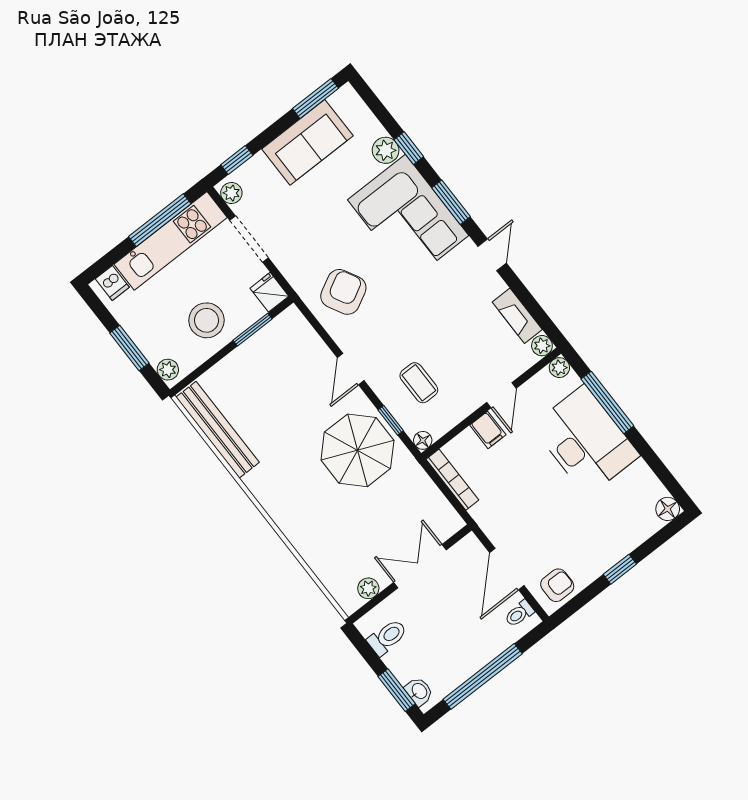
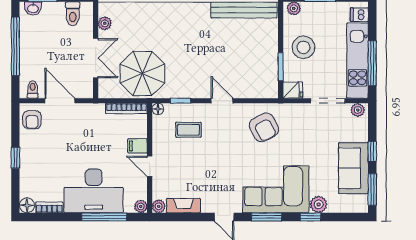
window: (237, 160) -> (372, 152), moved
parasol: (357, 450) -> (142, 74), moved
bookcase: (649, 479) -> (49, 207), added

